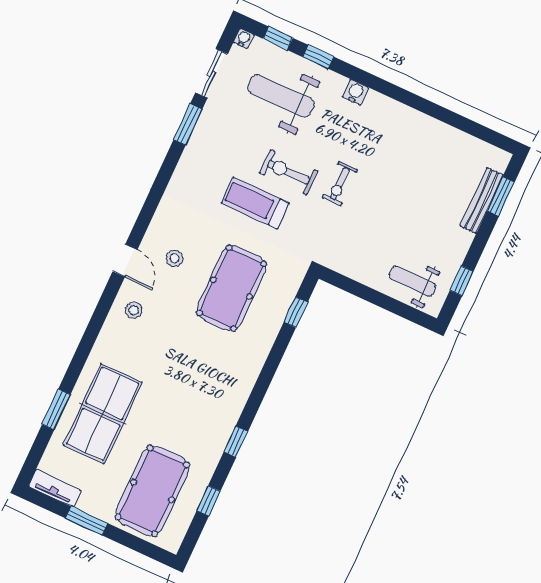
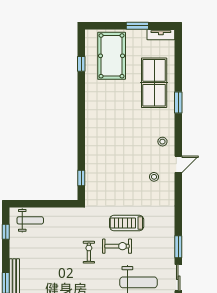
treadmill: (255, 203) -> (127, 223), turned 180
door: (125, 260) -> (178, 164), swing flipped
pool table: (231, 288) -> (119, 175), removed
window: (56, 409) -> (178, 103), moved
window: (236, 442) -> (81, 100), removed

